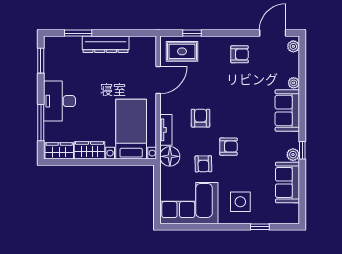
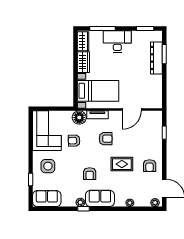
dresser: (106, 44) -> (156, 58), moved
rug: (182, 51) -> (122, 164), moved, turned 90
door: (158, 80) -> (132, 109), hinge flipped
sofa: (287, 110) -> (100, 198), moved
armchair: (228, 147) -> (90, 174), moved
sofa: (287, 182) -> (47, 199), moved

